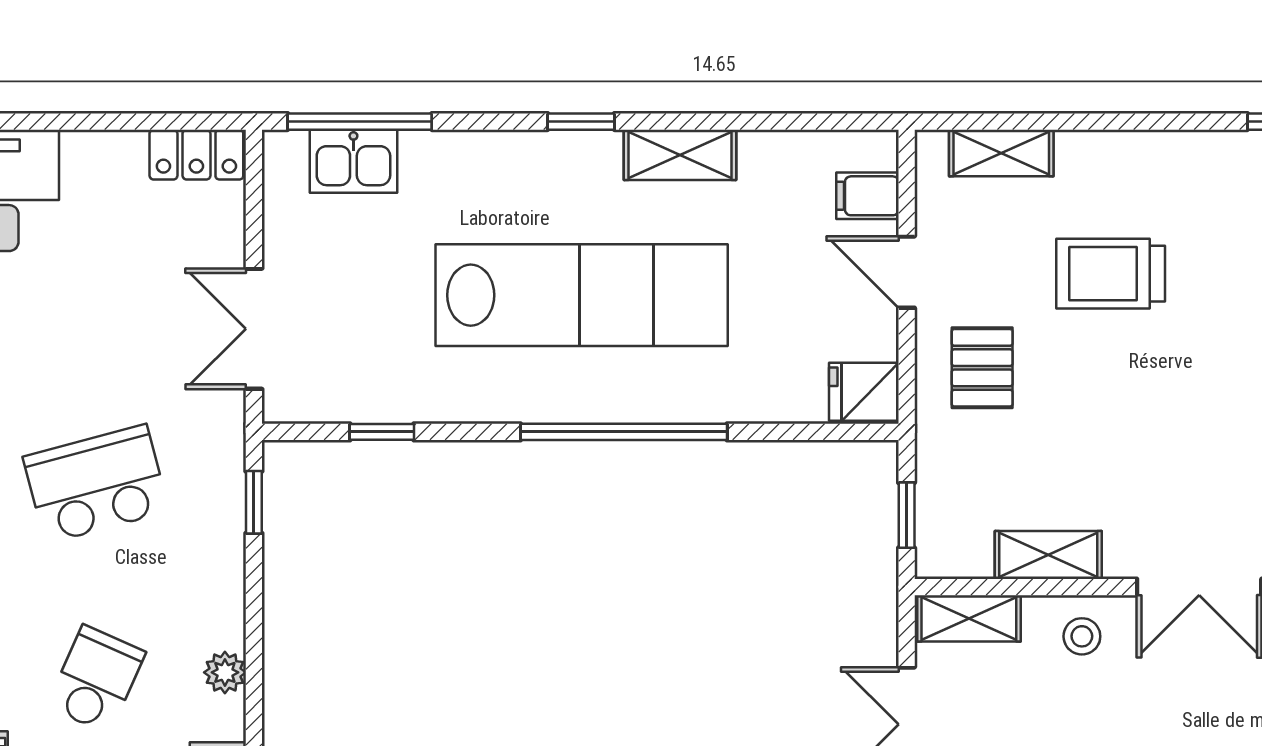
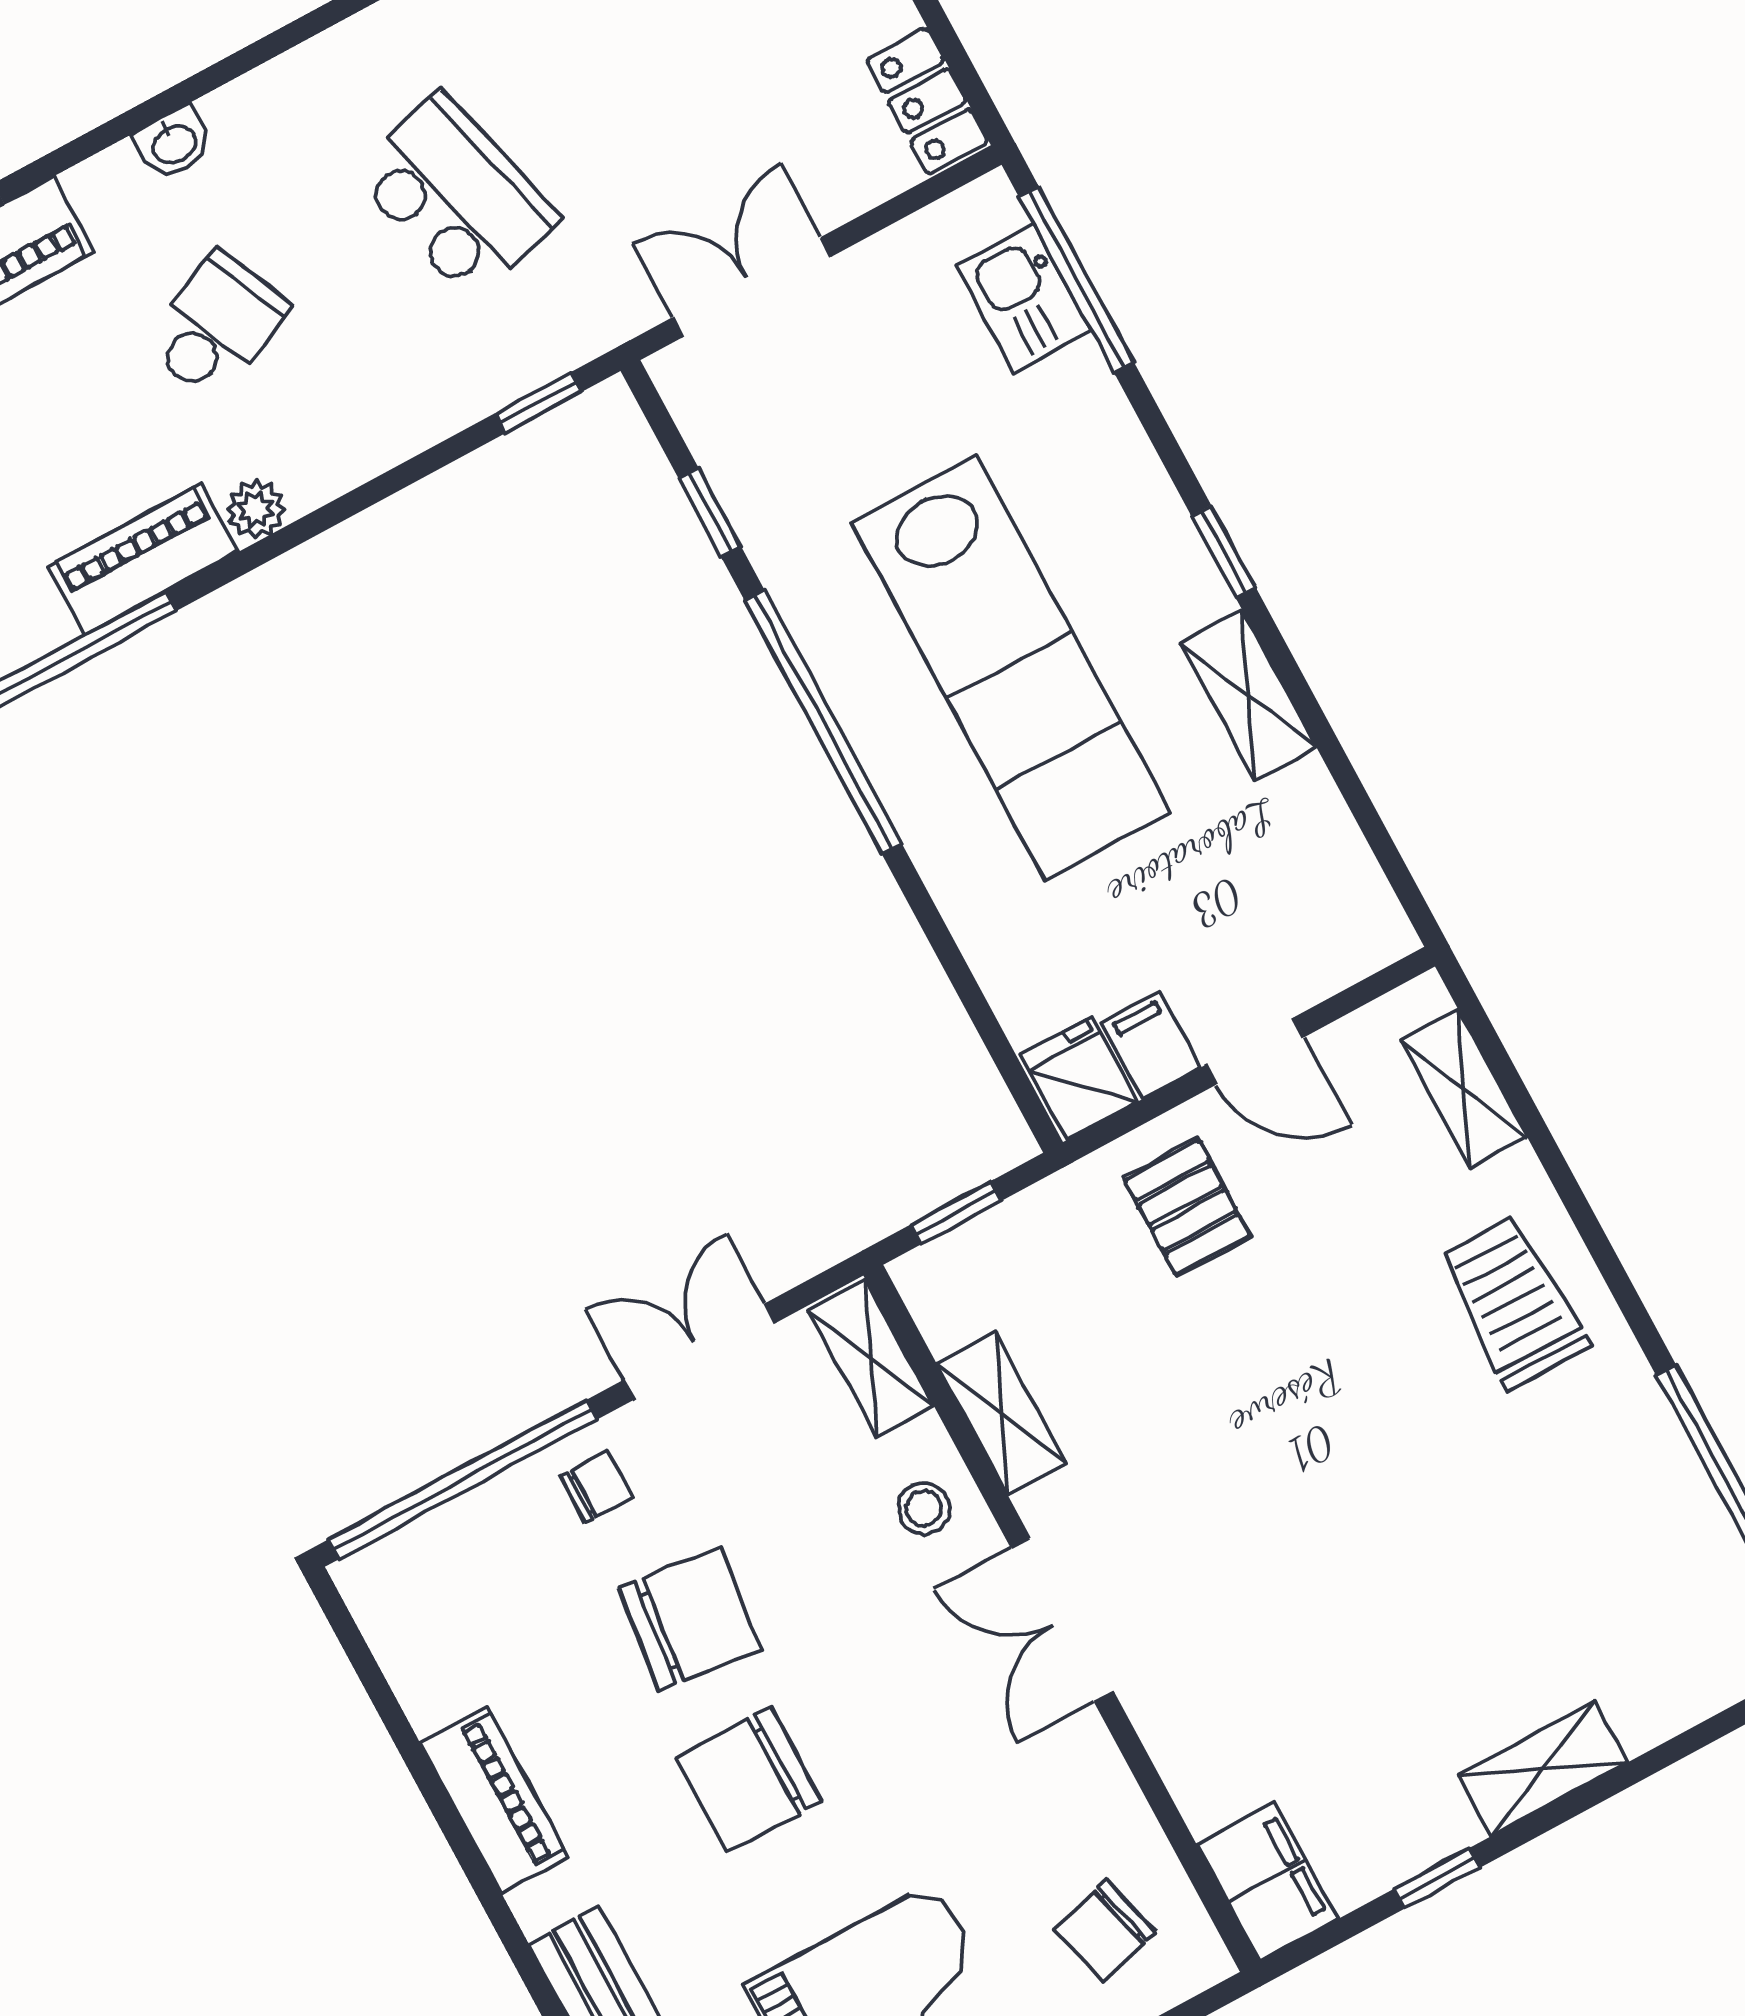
filing cabinet: (867, 196) -> (1151, 1045), moved
door: (907, 272) -> (1255, 1051), swing flipped
trolley: (1111, 274) -> (1513, 1302), moved
pallet: (982, 368) -> (1187, 1207), turned 90
window: (624, 432) -> (823, 722), moved
plant: (225, 672) -> (256, 509), moved
school desk: (96, 679) -> (216, 326), turned -48

